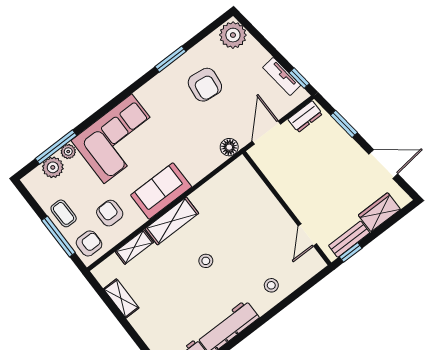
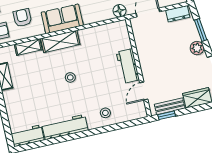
plant: (350, 149) -> (197, 48), added
workbench: (272, 212) -> (128, 66), added

